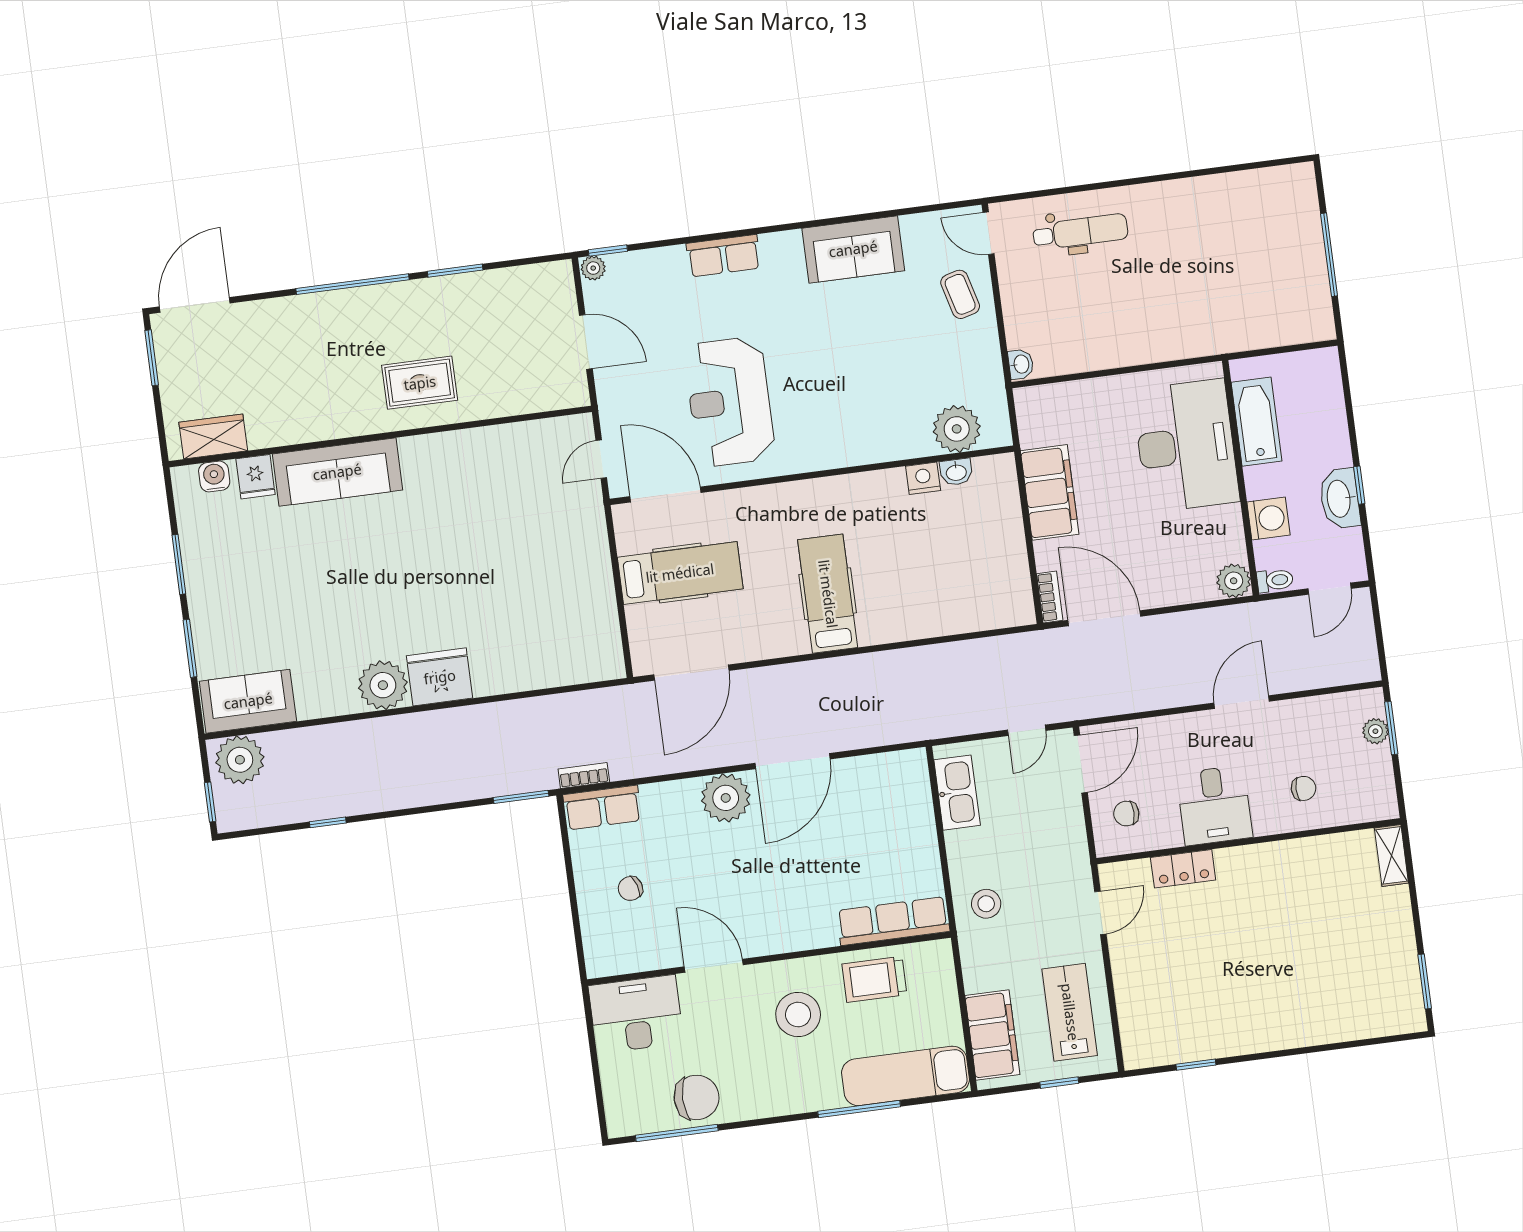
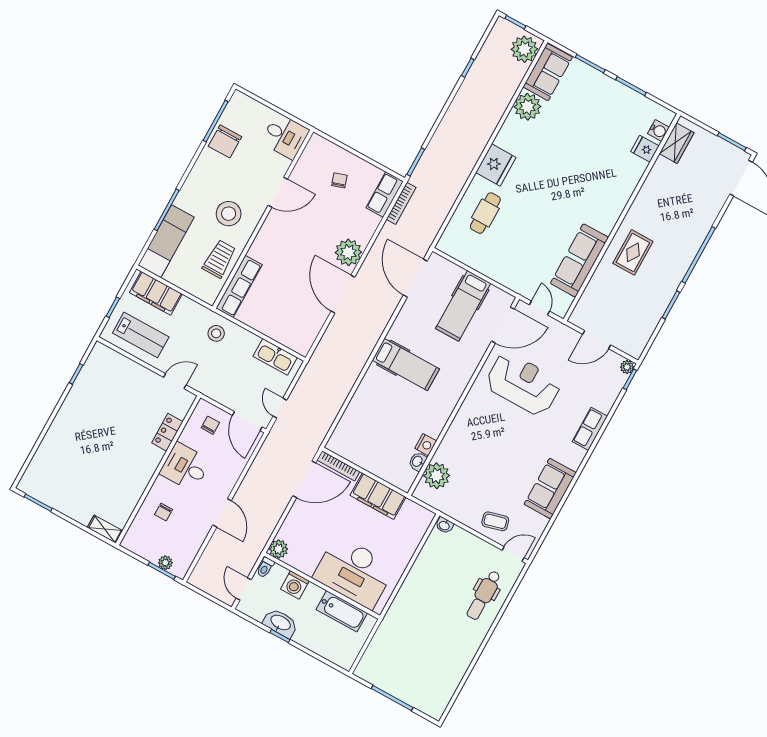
sofa: (337, 472) -> (579, 260), moved
bookcase: (1050, 597) -> (338, 466), width x1.56
cafe table: (521, 640) -> (485, 213), added
plant: (383, 685) -> (528, 107), moved
bookcase: (584, 775) -> (401, 203), width x1.56
door: (1100, 913) -> (175, 381), swing flipped
desk: (636, 1014) -> (285, 136), width x0.73

